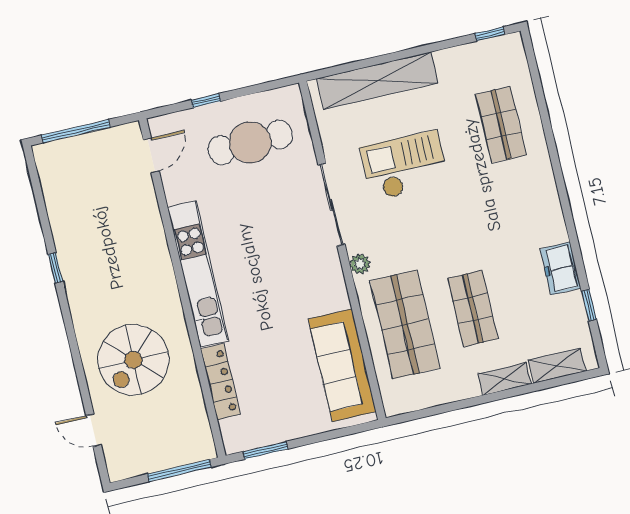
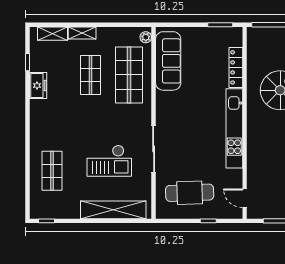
door: (151, 155) -> (245, 198), hinge flipped
plant: (360, 264) -> (146, 37), moved

